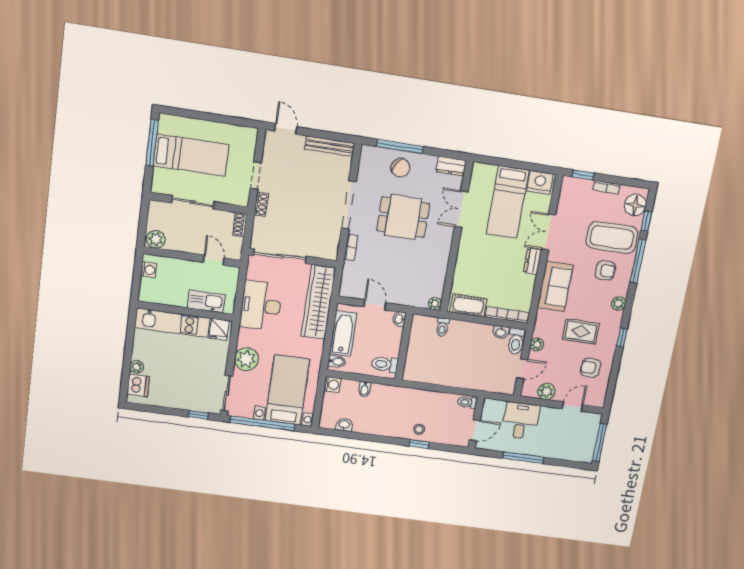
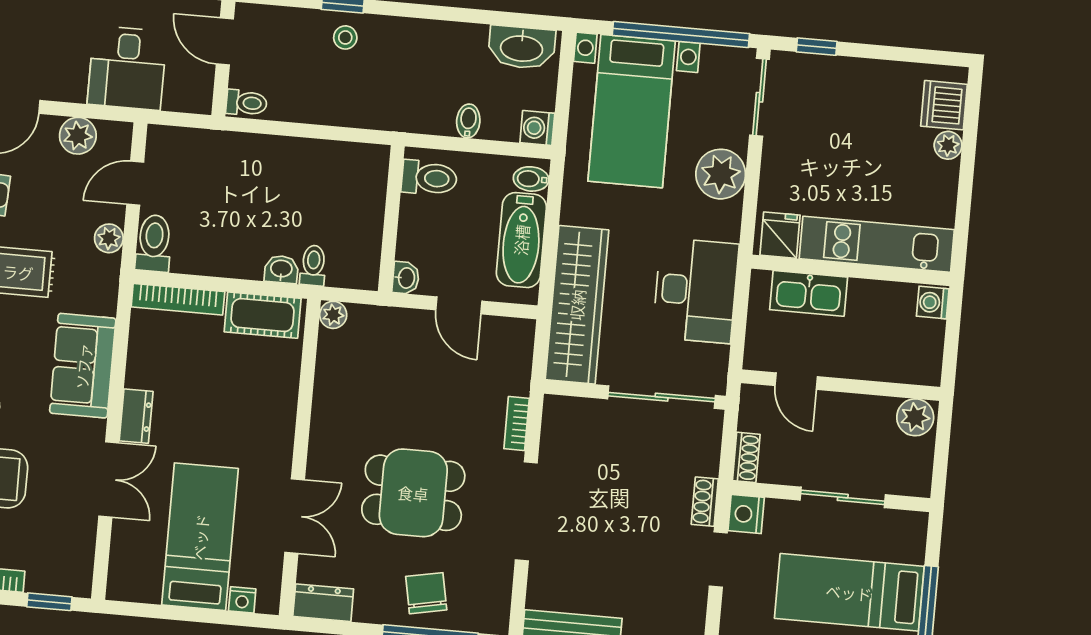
chair: (400, 168) -> (426, 593), turned 47
nightstand: (540, 182) -> (242, 600), moved, width x0.53, depth x0.56
nightstand: (241, 197) -> (746, 514), added
washing machine: (149, 270) -> (933, 302), moved
washbasin: (501, 332) -> (281, 269), moved
washbasin: (344, 425) -> (522, 47), width x1.91, depth x1.45
door: (475, 430) -> (225, 41), hinge flipped

